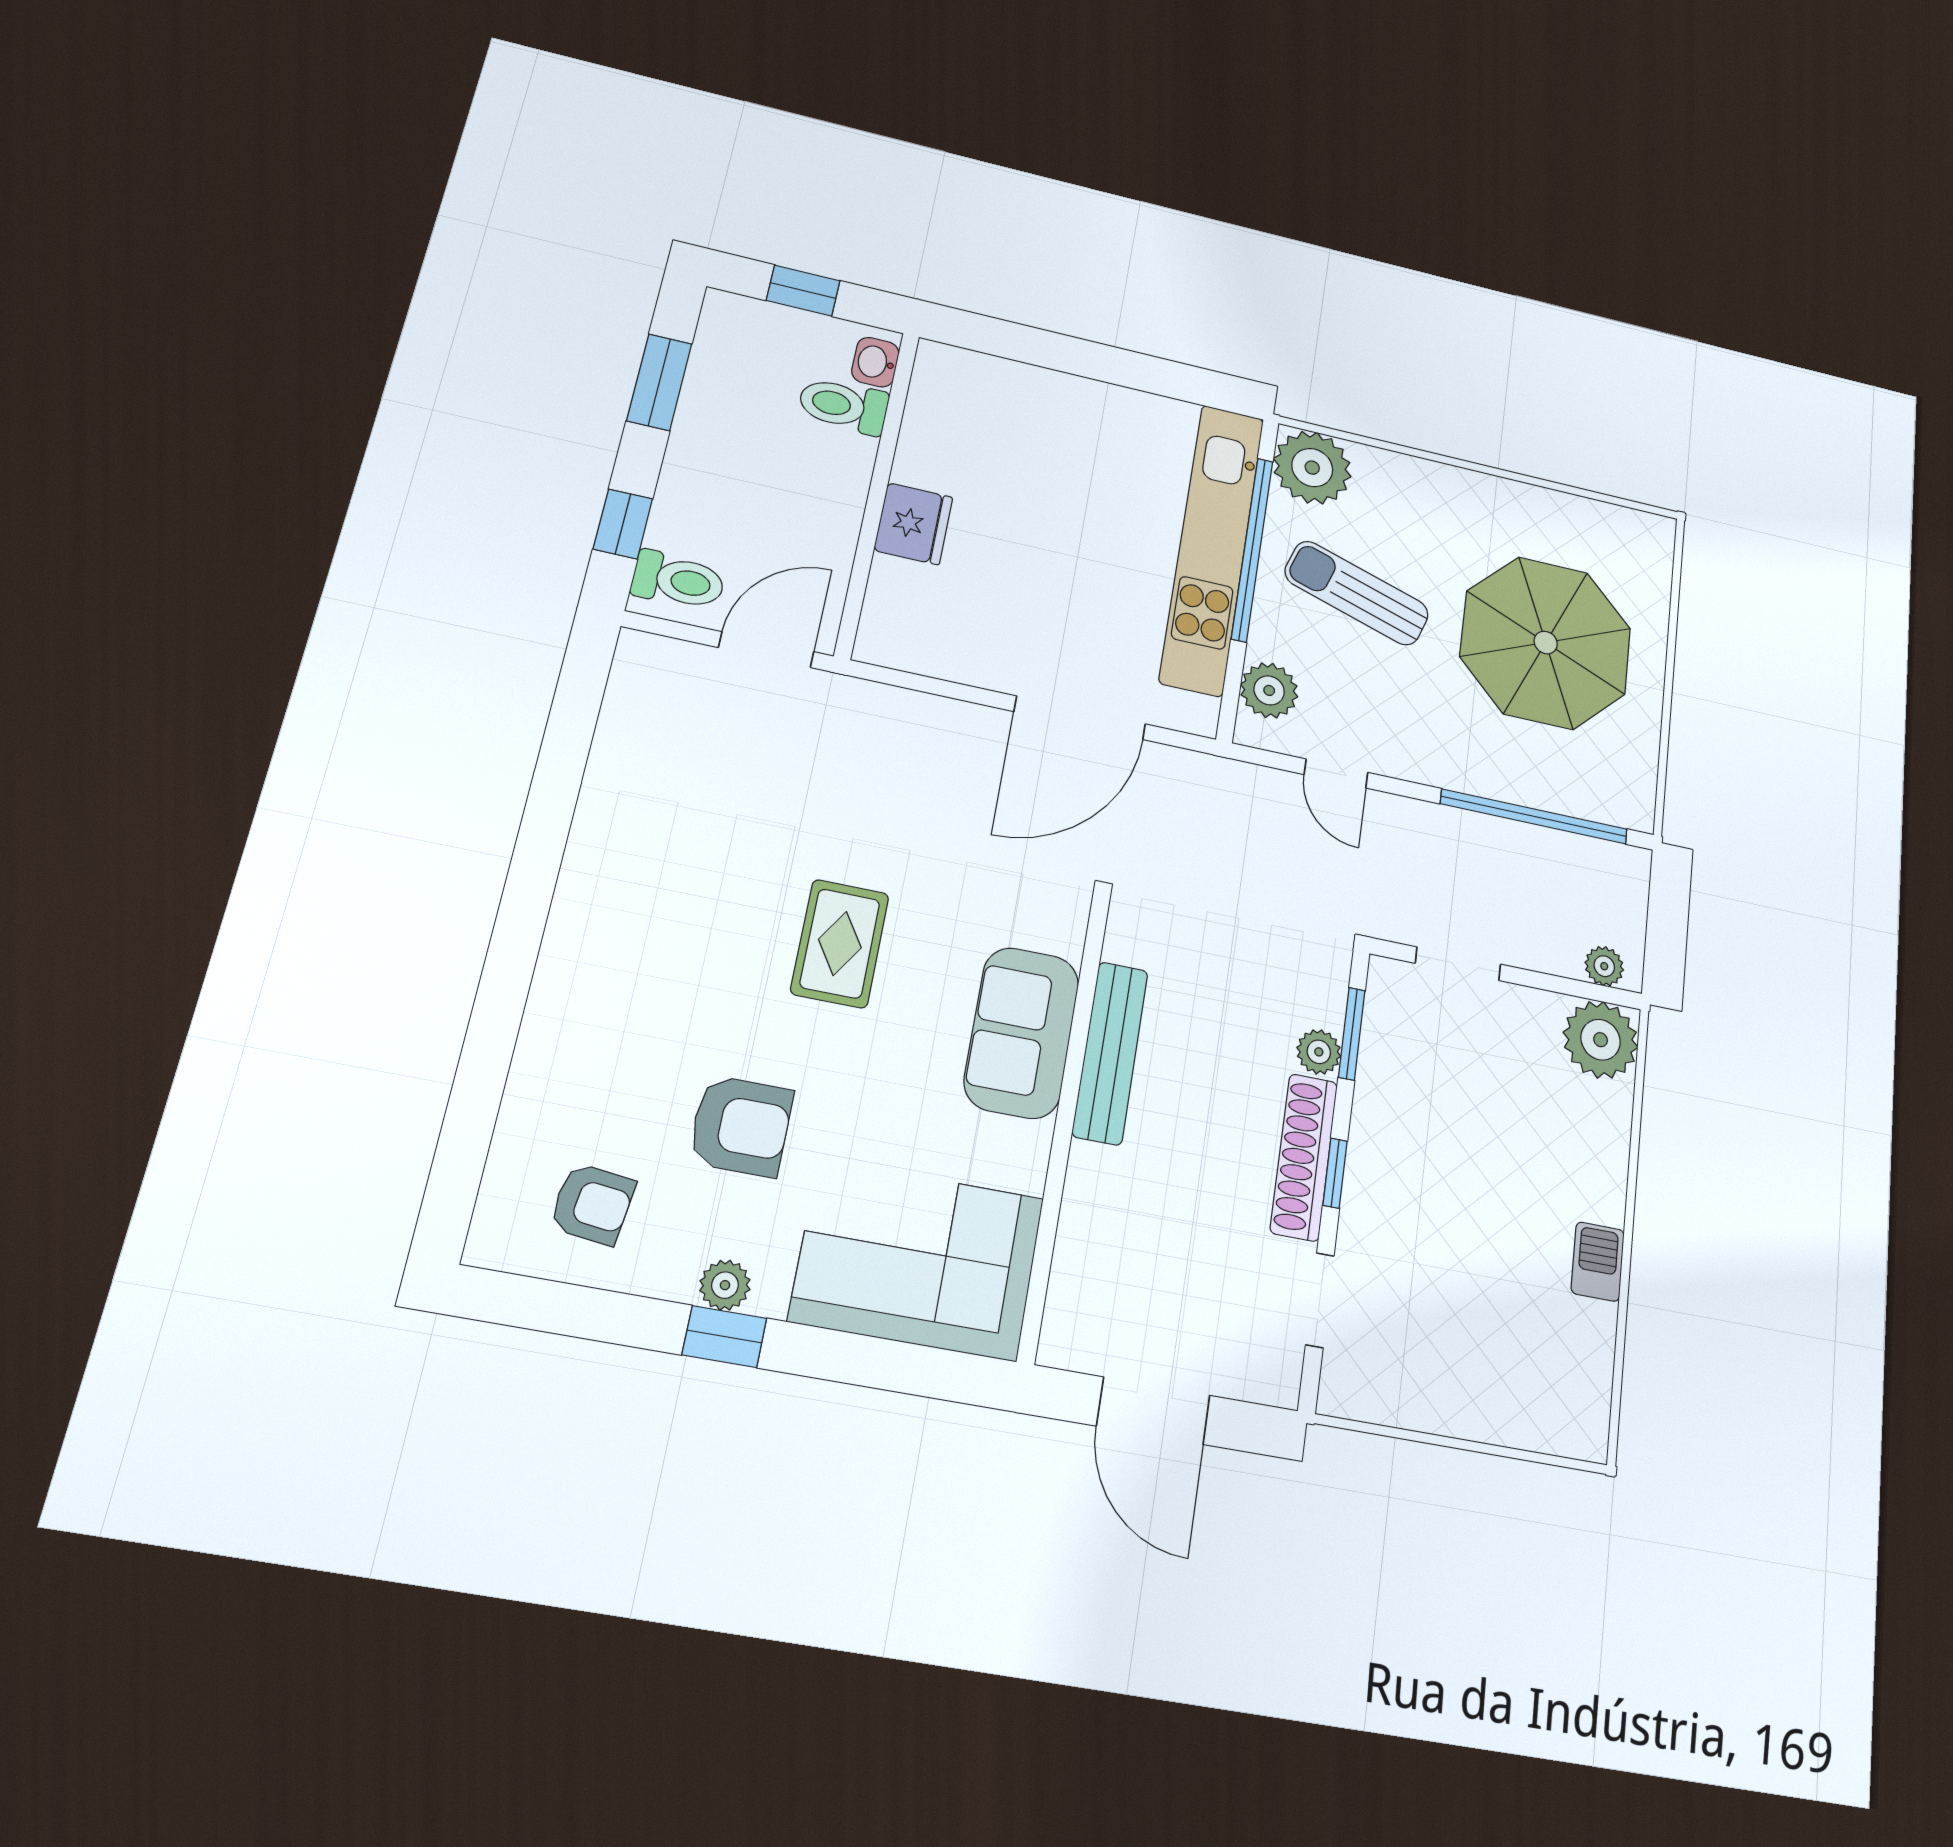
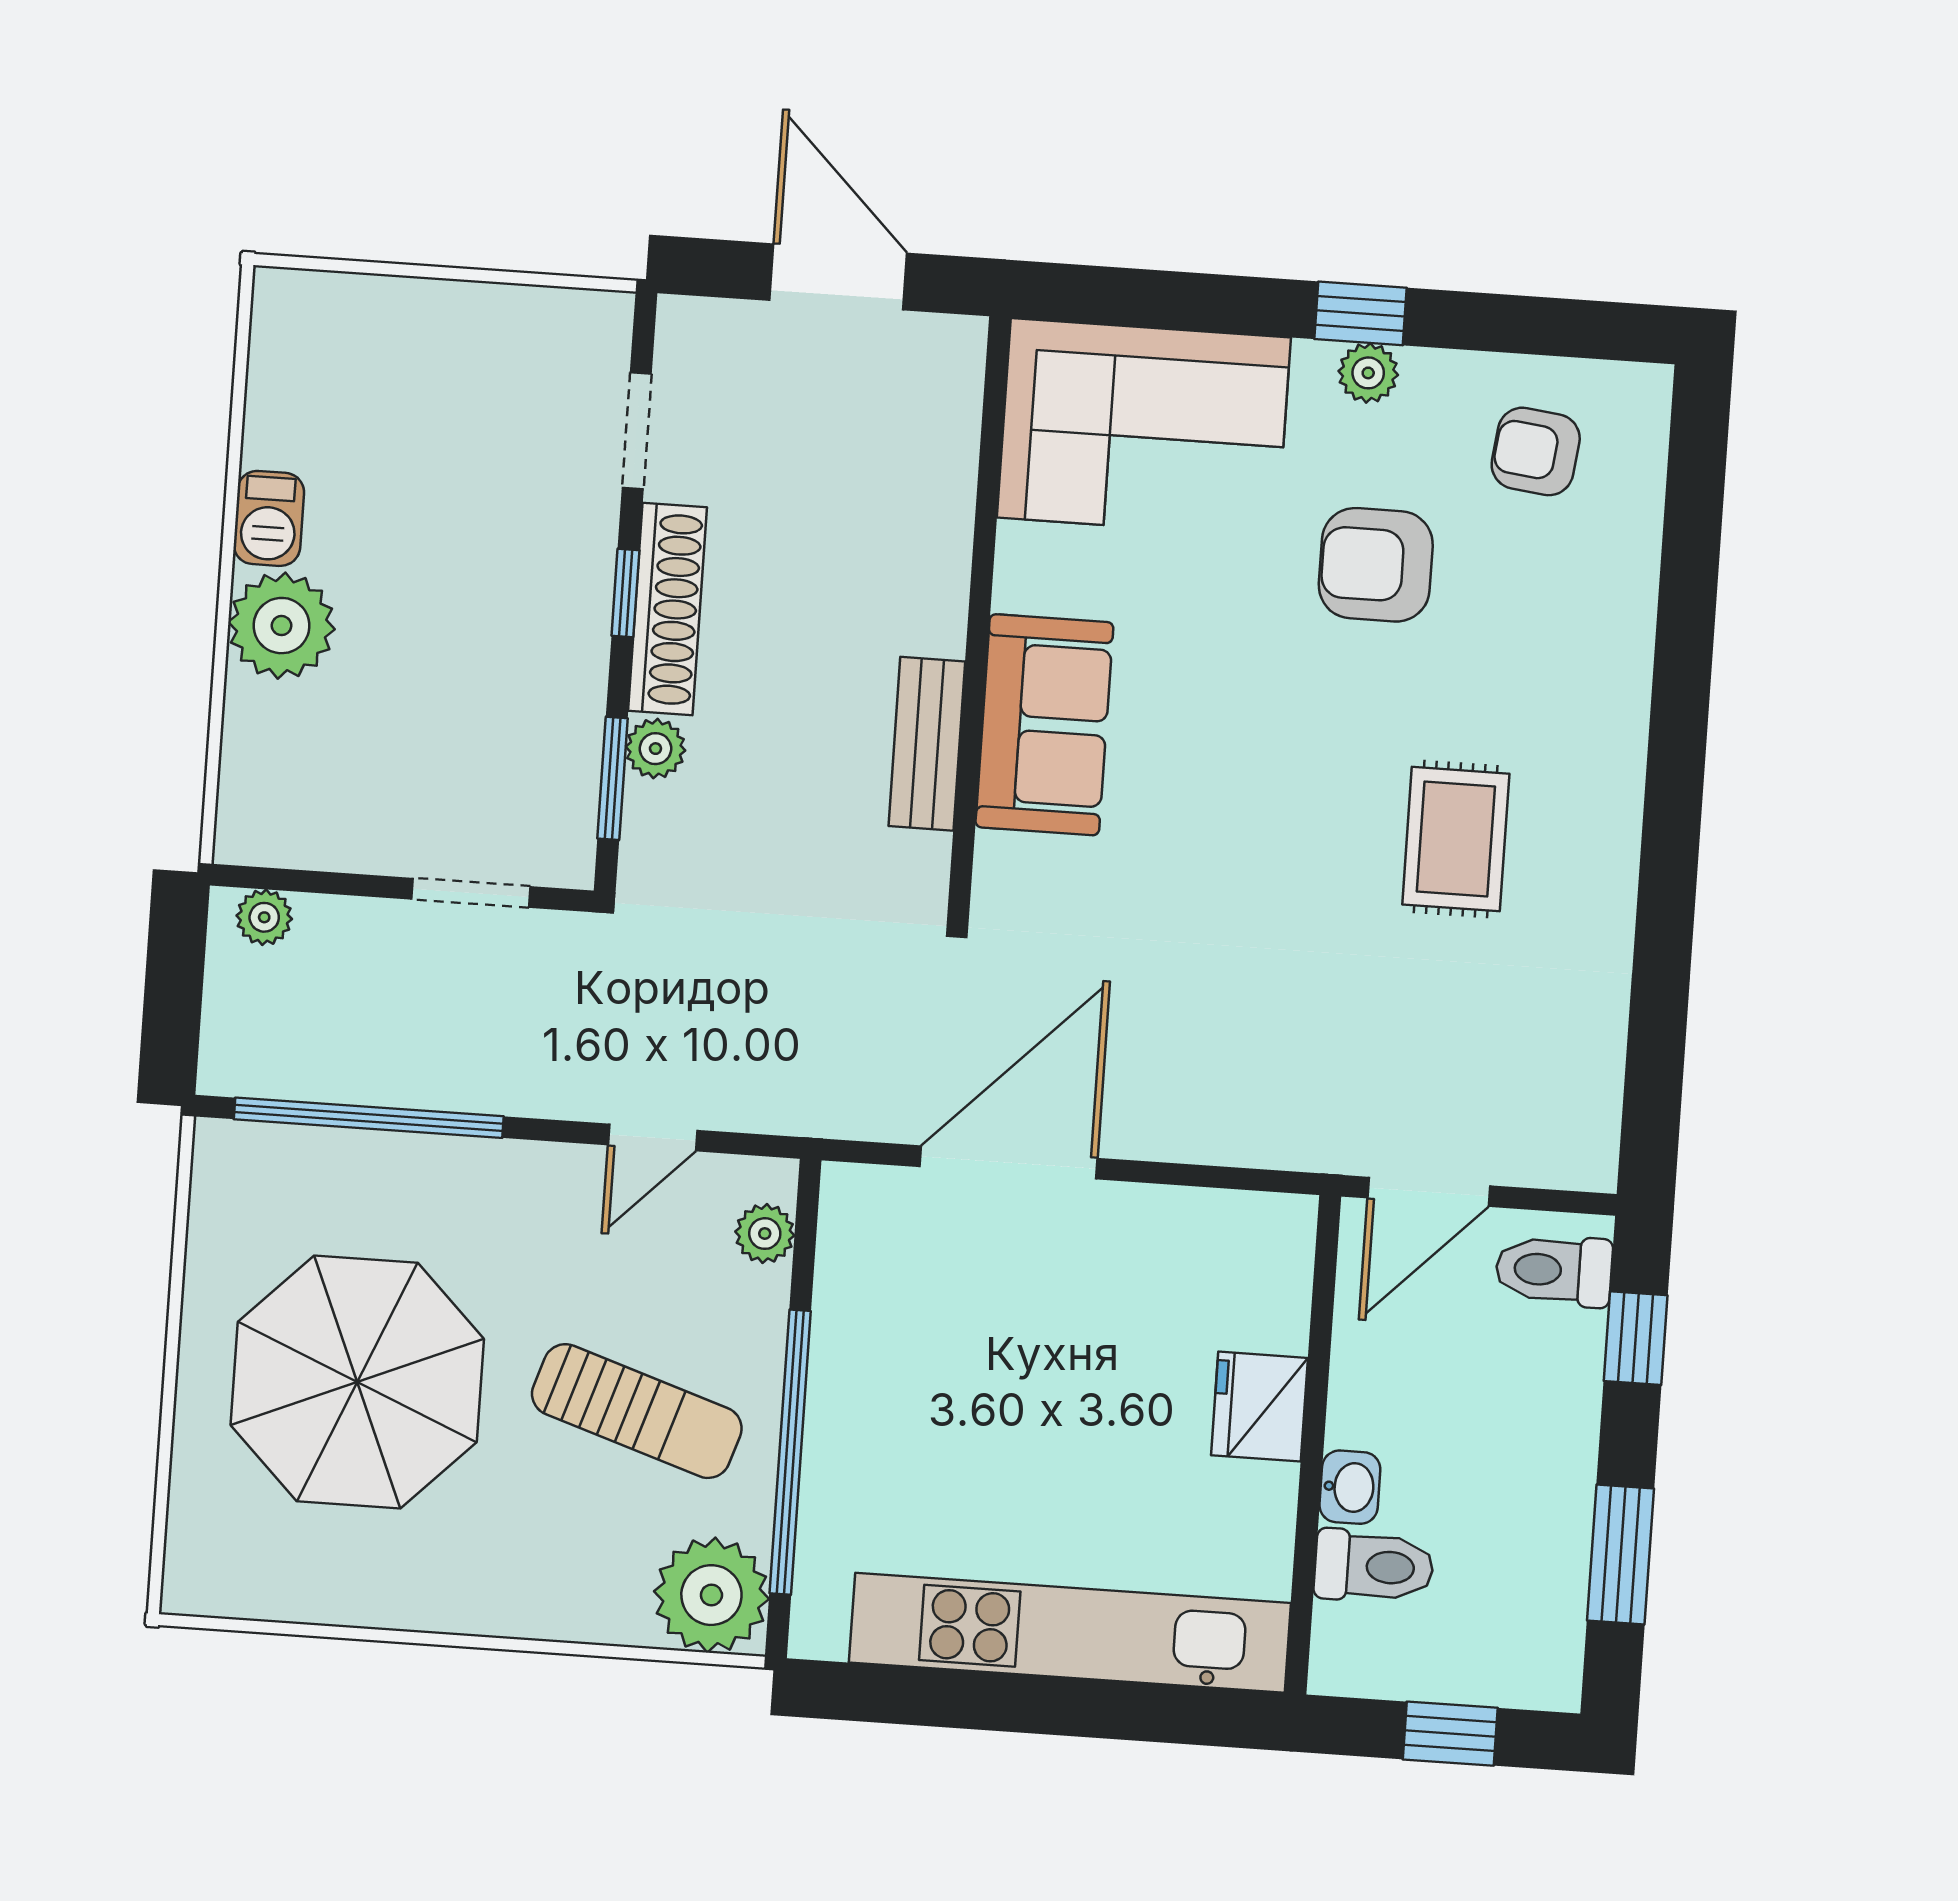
washbasin: (875, 362) -> (1350, 1487), moved
kitchen unit: (1212, 548) -> (1070, 1633), moved, turned -90
plant: (1269, 690) -> (765, 1234), width x0.73, depth x0.73
door: (1336, 773) -> (653, 1138), swing flipped
rug: (840, 944) -> (1456, 839), moved
plant: (1601, 1040) -> (282, 626), moved
bench: (1110, 1053) -> (927, 744), width x0.73

